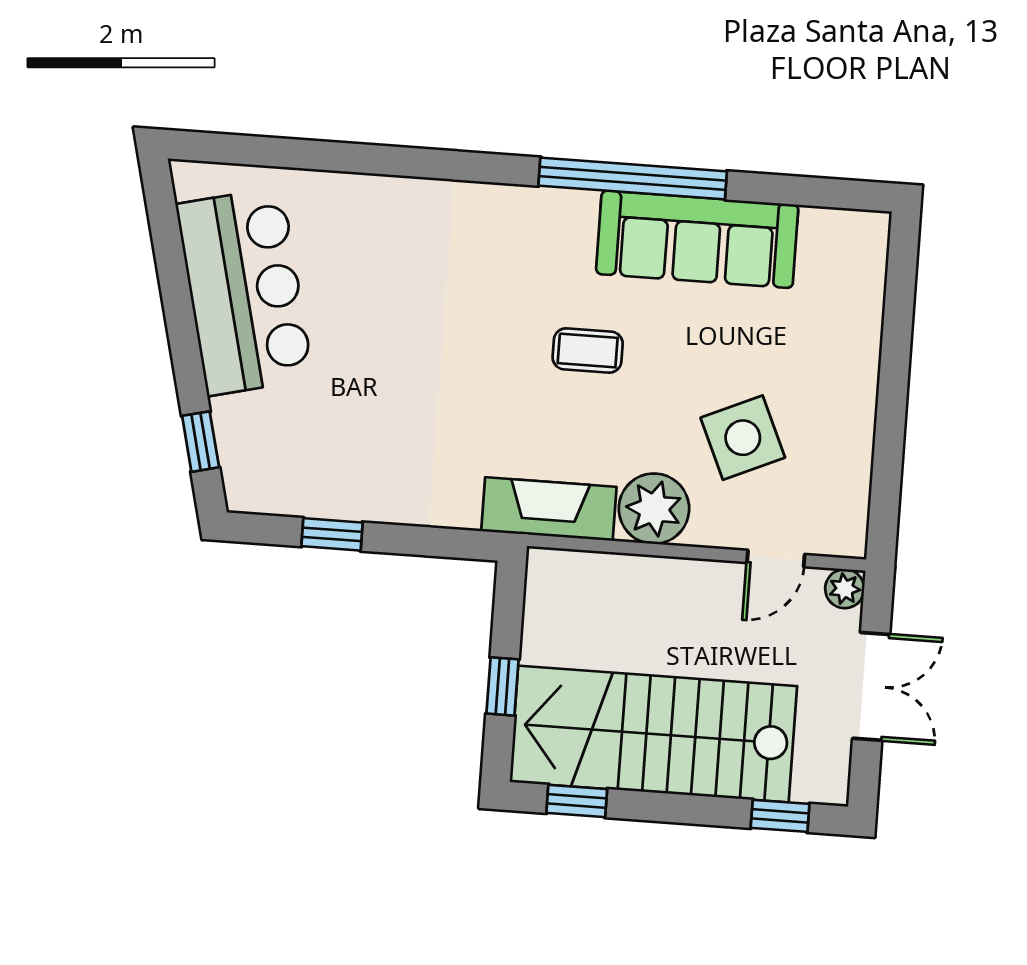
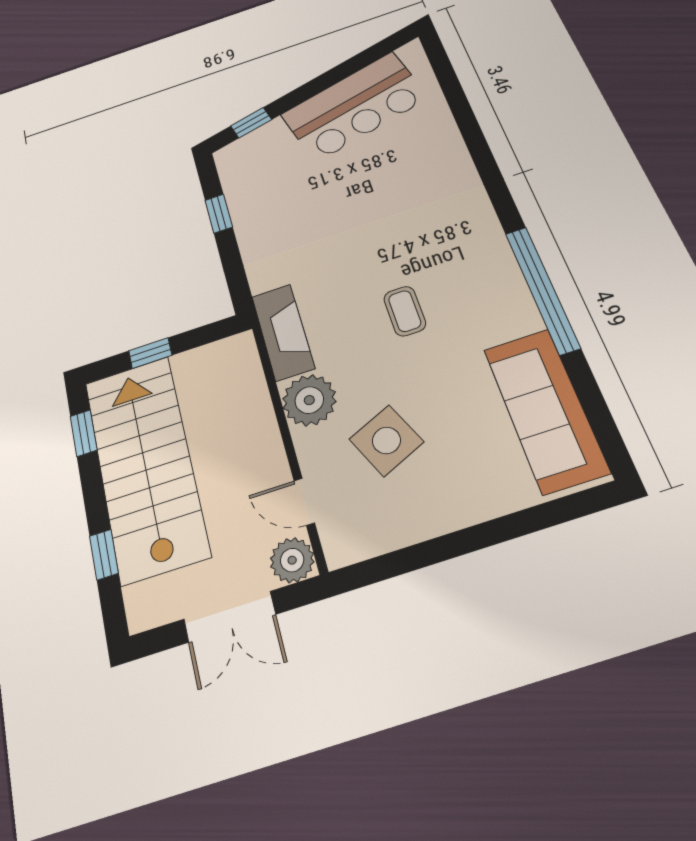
sofa: (697, 239) -> (545, 409), moved
plant: (845, 589) -> (292, 560), width x1.38, depth x1.38
window: (780, 816) -> (104, 555), moved

